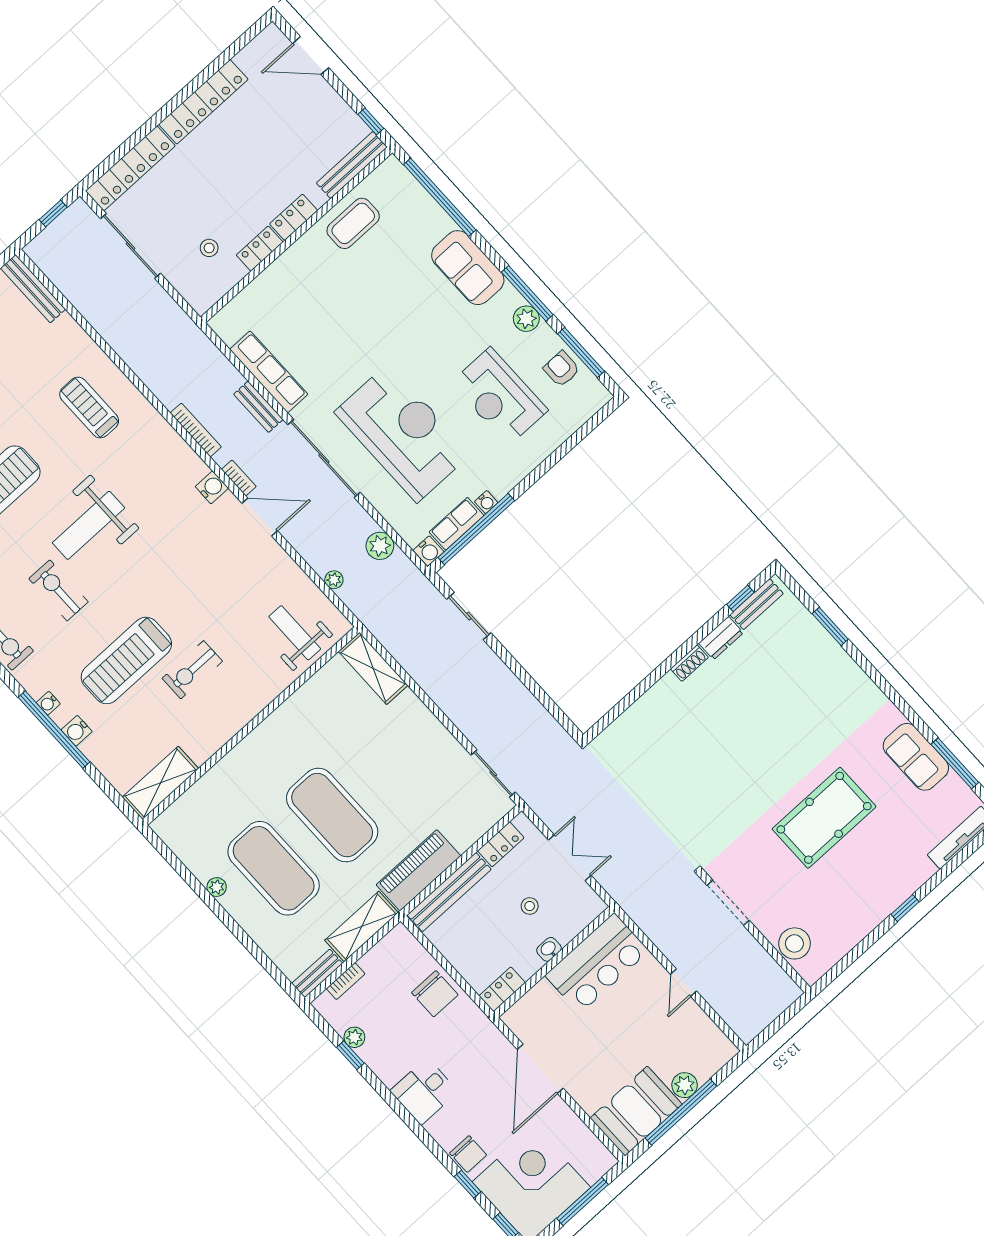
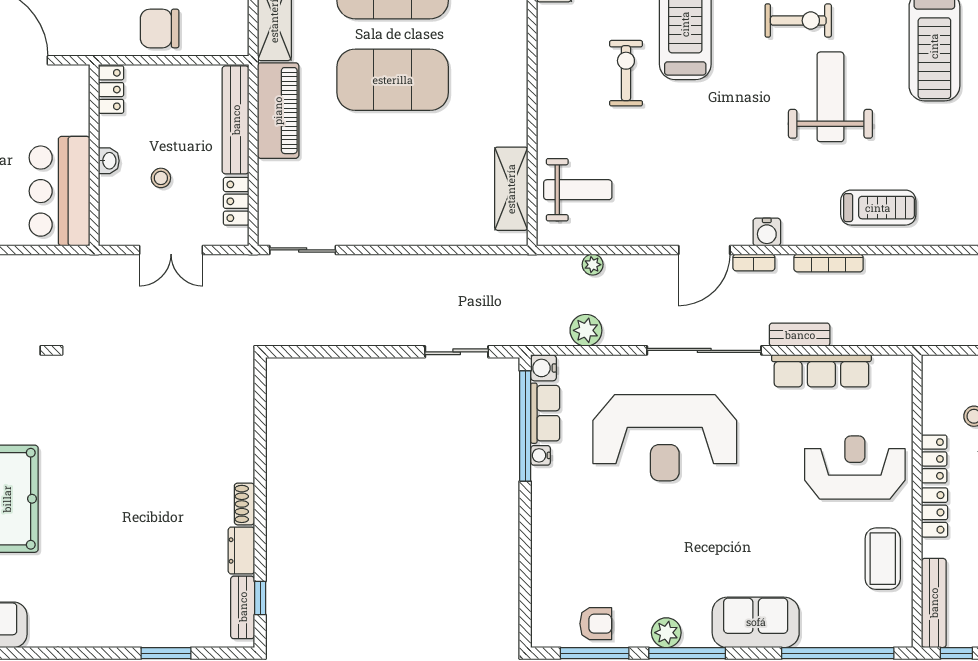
reception desk: (499, 396) -> (855, 468), moved
treadmill: (89, 407) -> (878, 208), moved
shelving: (373, 668) -> (511, 189), moved, turned 90

